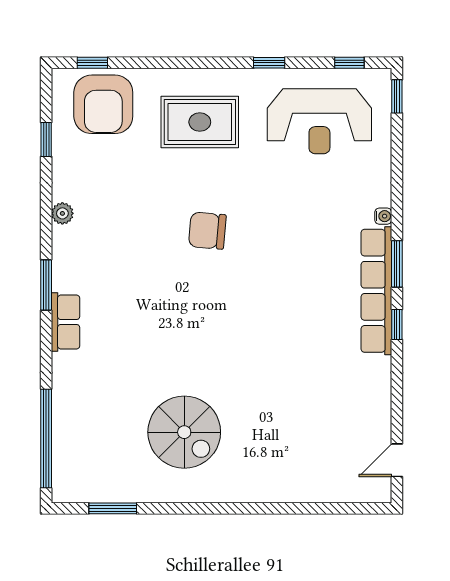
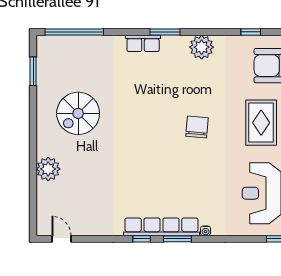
plant: (62, 213) -> (202, 47), width x1.88, depth x1.88
plant: (278, 483) -> (48, 169), added

